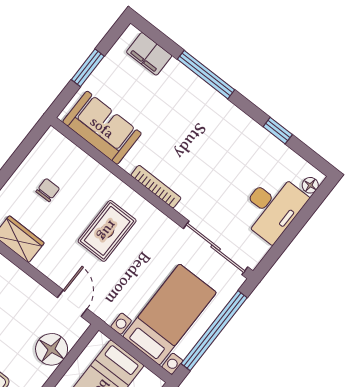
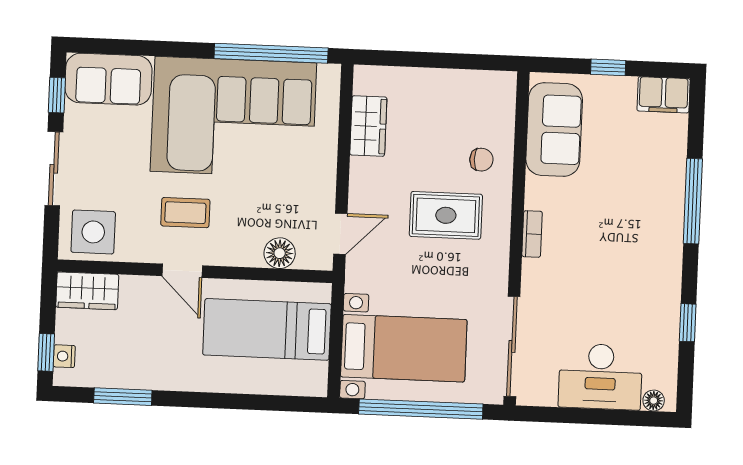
filing cabinet: (149, 54) -> (664, 95), moved, turned -90
window: (88, 68) -> (608, 67), width x0.67
bookcase: (156, 187) -> (532, 234), width x0.64
chair: (48, 190) -> (481, 160), moved
floor lamp: (52, 349) -> (280, 253), width x0.73, depth x0.73

